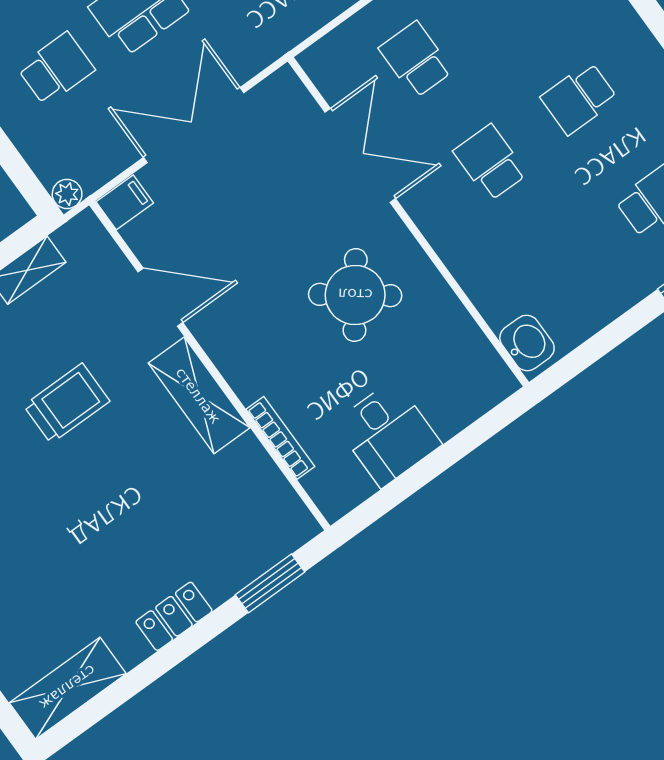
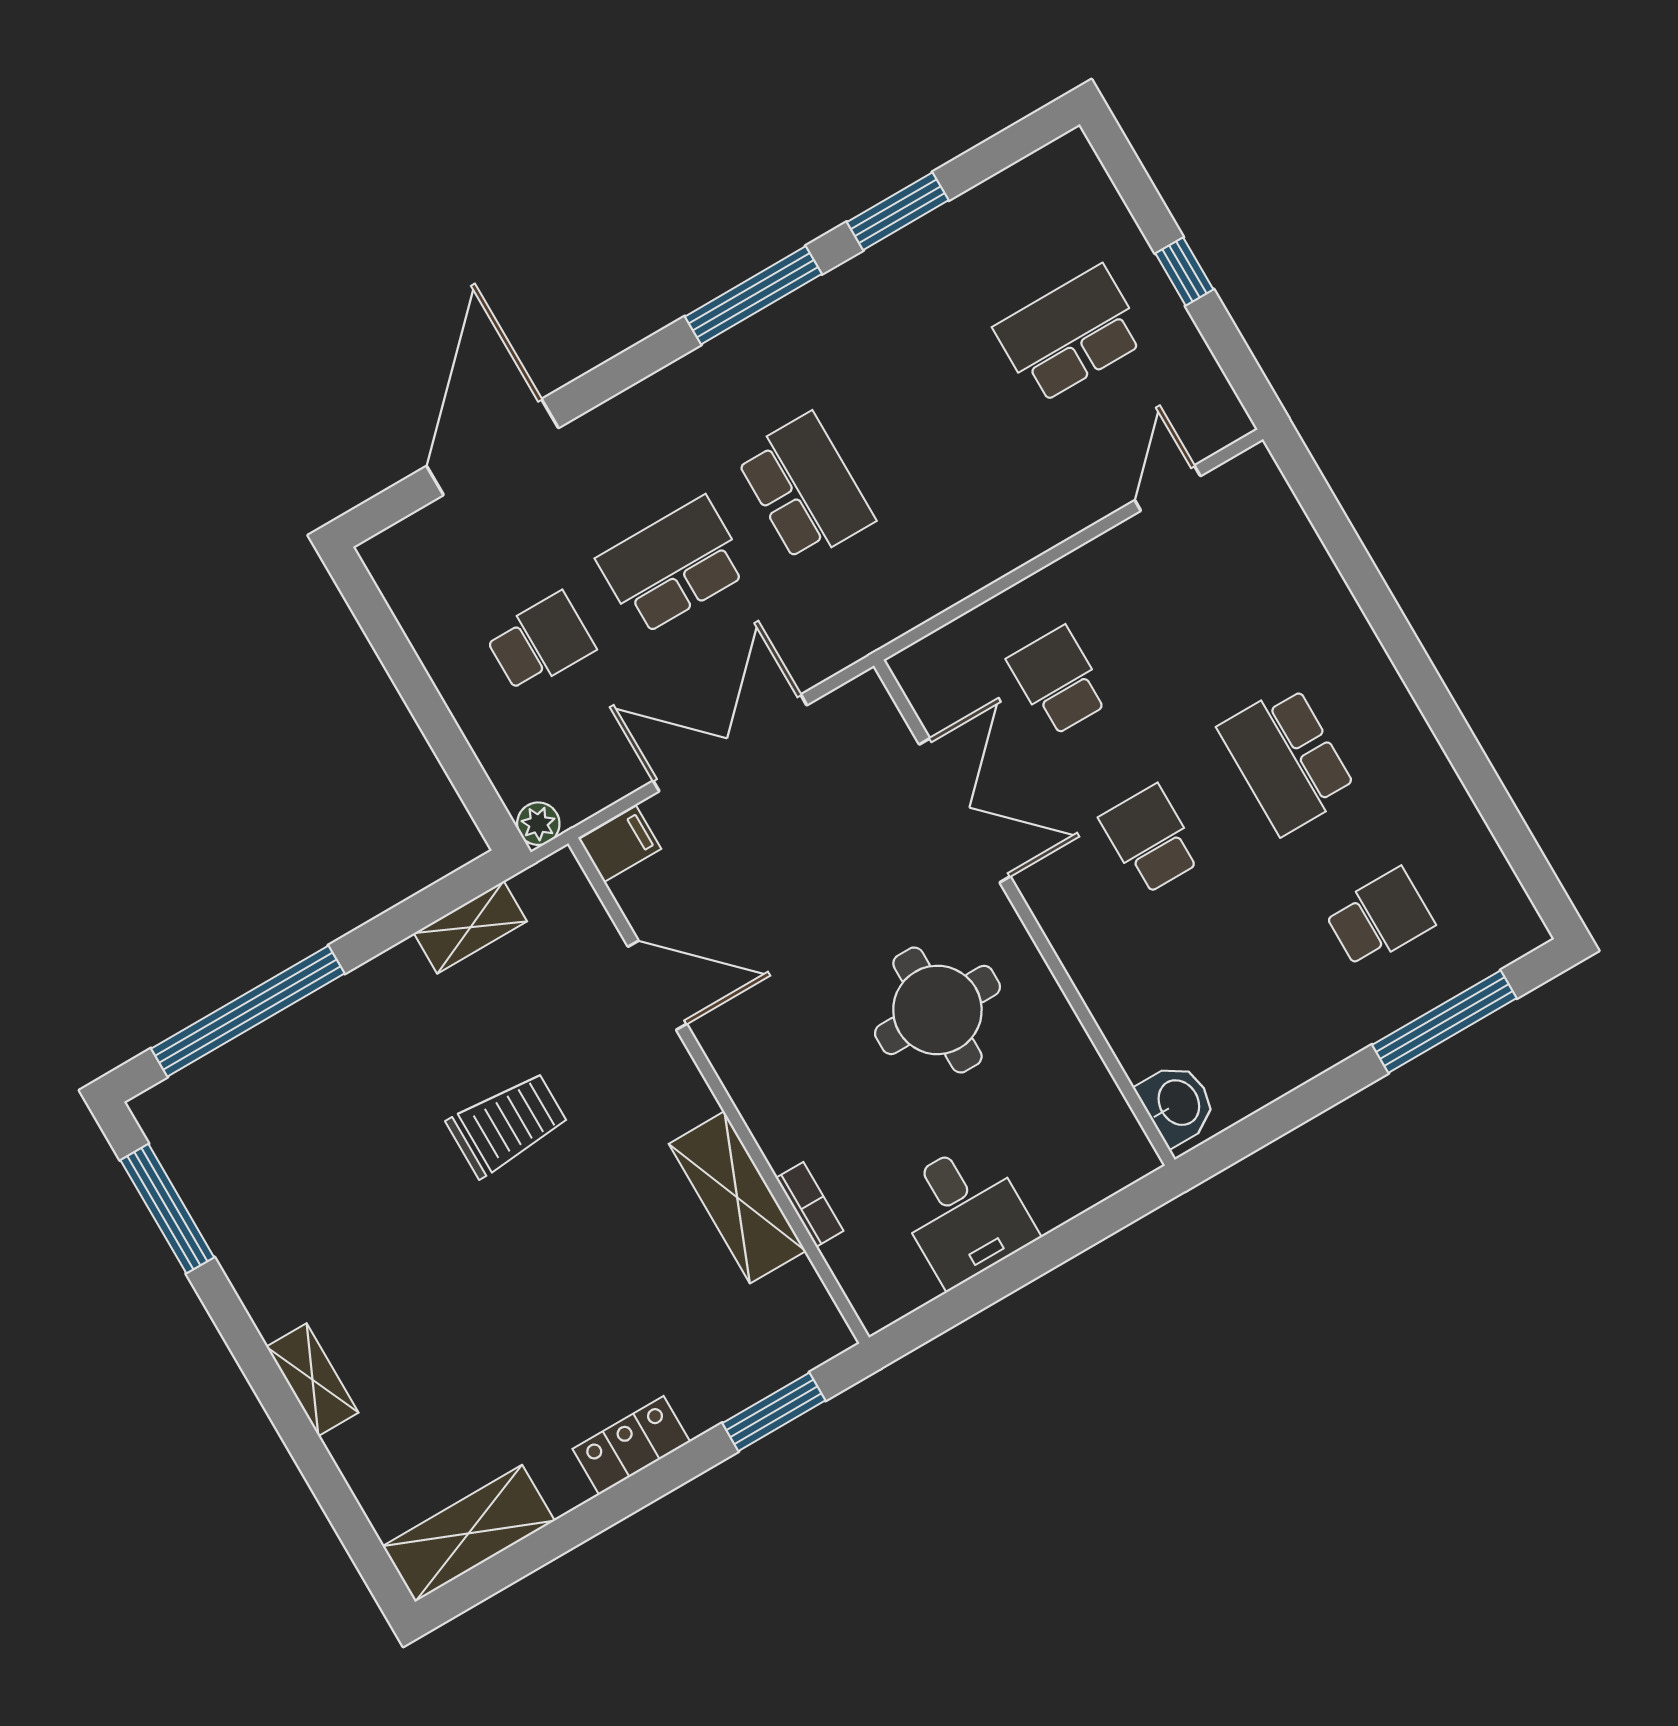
school desk: (579, 98) -> (1287, 760), width x1.85
round table: (355, 295) -> (937, 1010), turned -37
shelving: (199, 395) -> (737, 1197), moved
bookcase: (280, 438) -> (810, 1204), width x0.64

